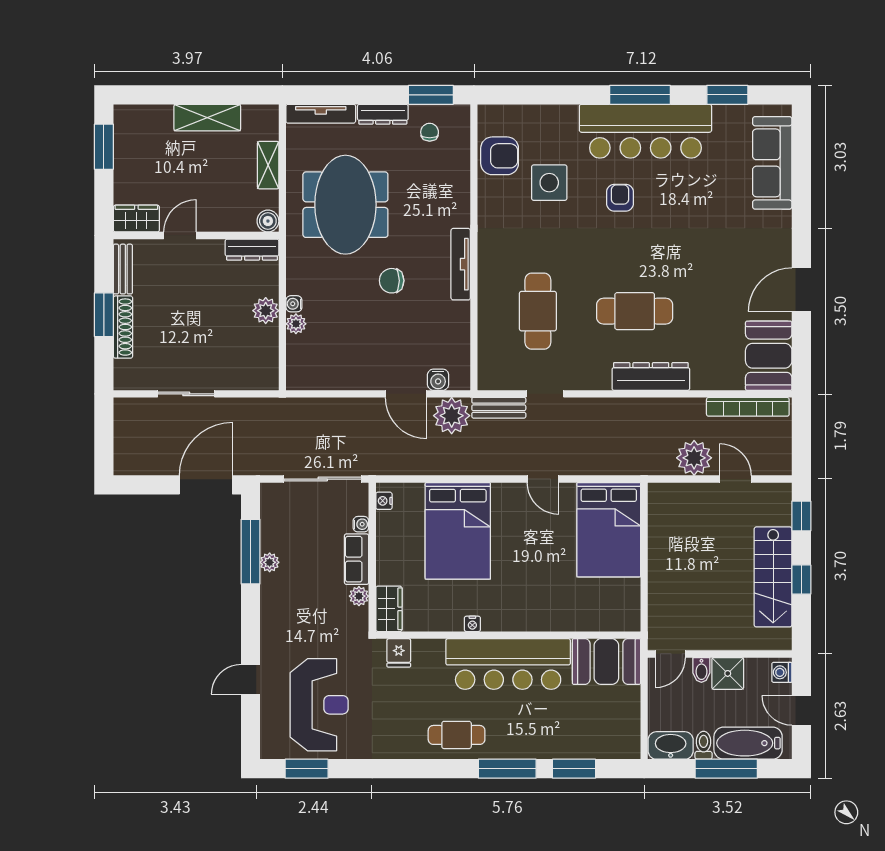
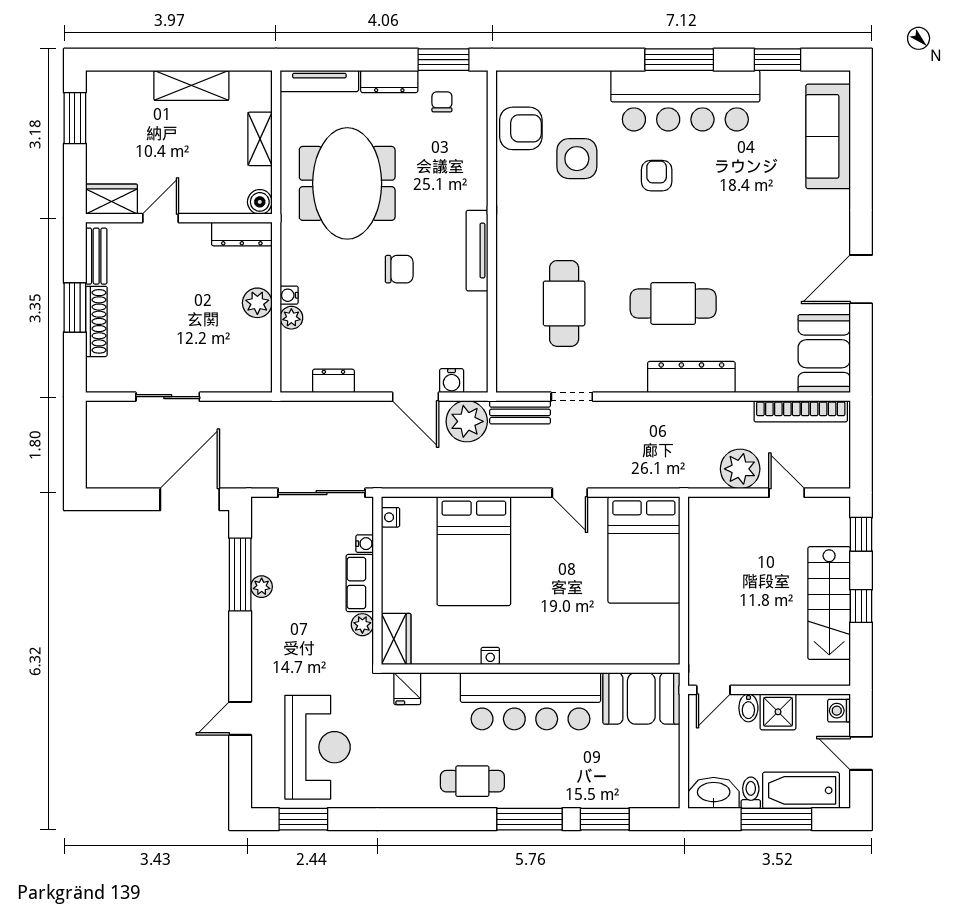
chair: (392, 281) -> (399, 269), turned 180
dresser: (333, 380) -> (333, 381), added

